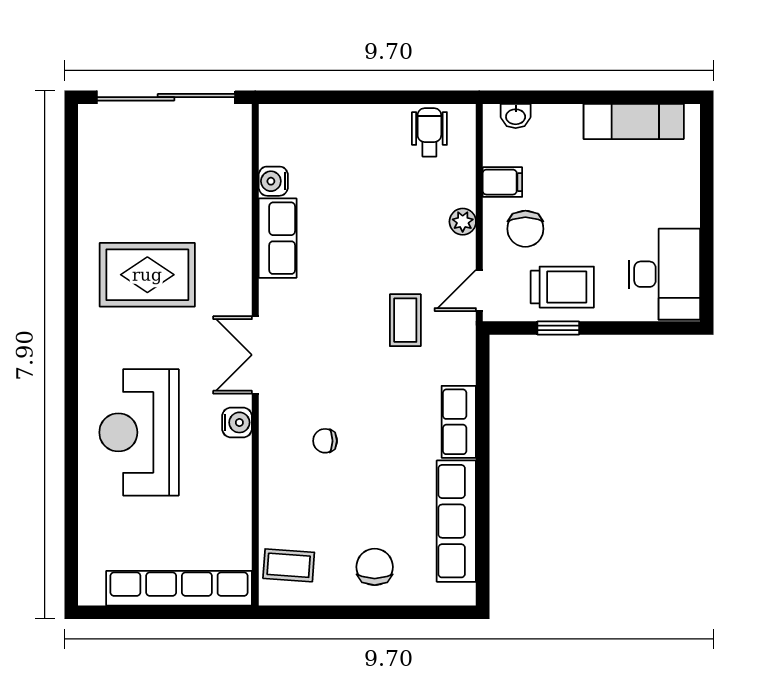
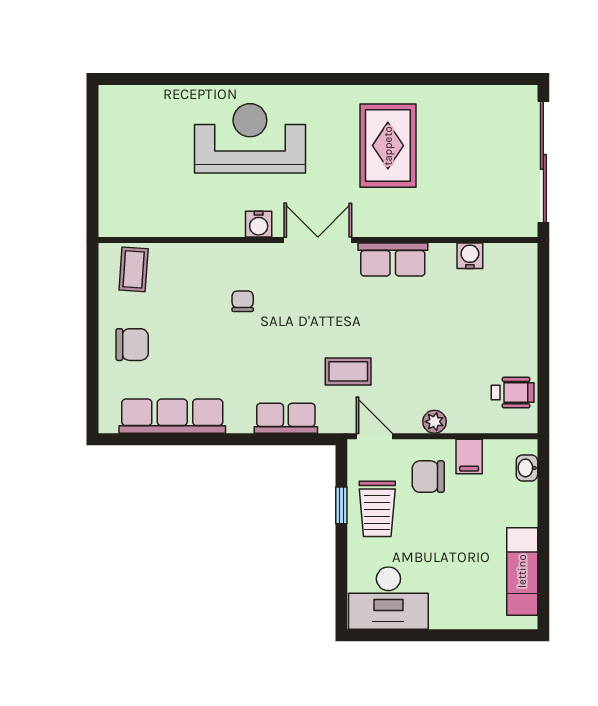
row of seats: (278, 238) -> (393, 260), moved
row of seats: (459, 422) -> (286, 418), moved
row of seats: (179, 588) -> (113, 173), removed

